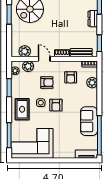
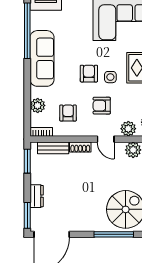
sofa: (89, 121) -> (42, 58), width x1.36

